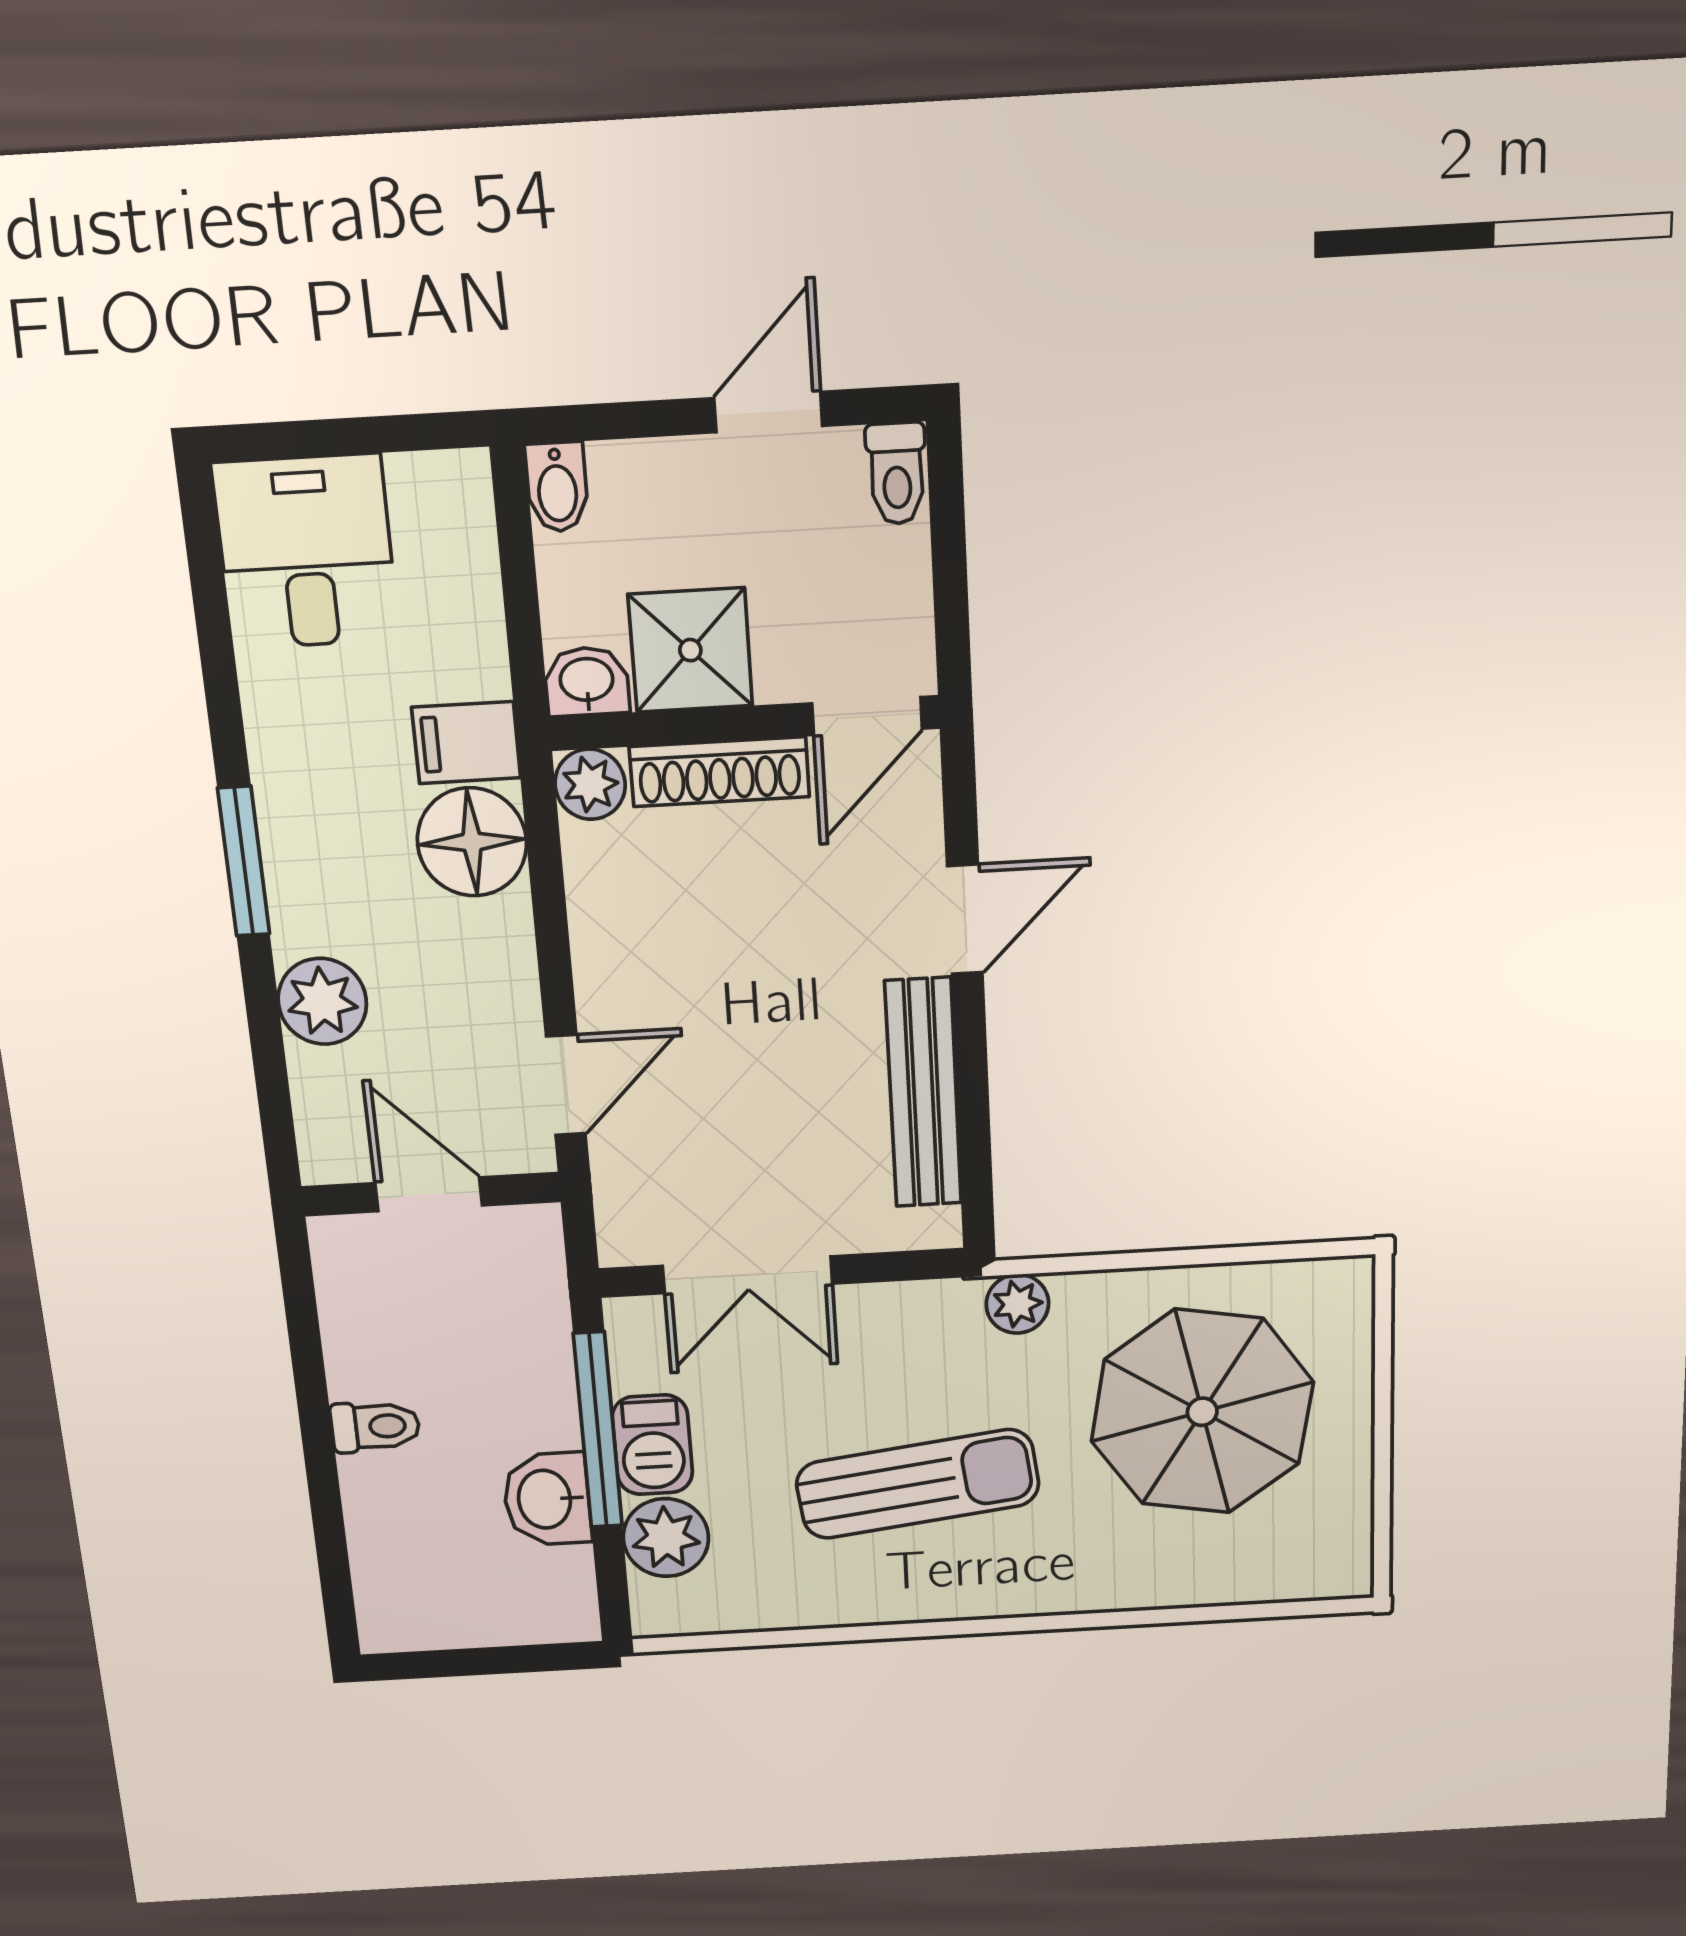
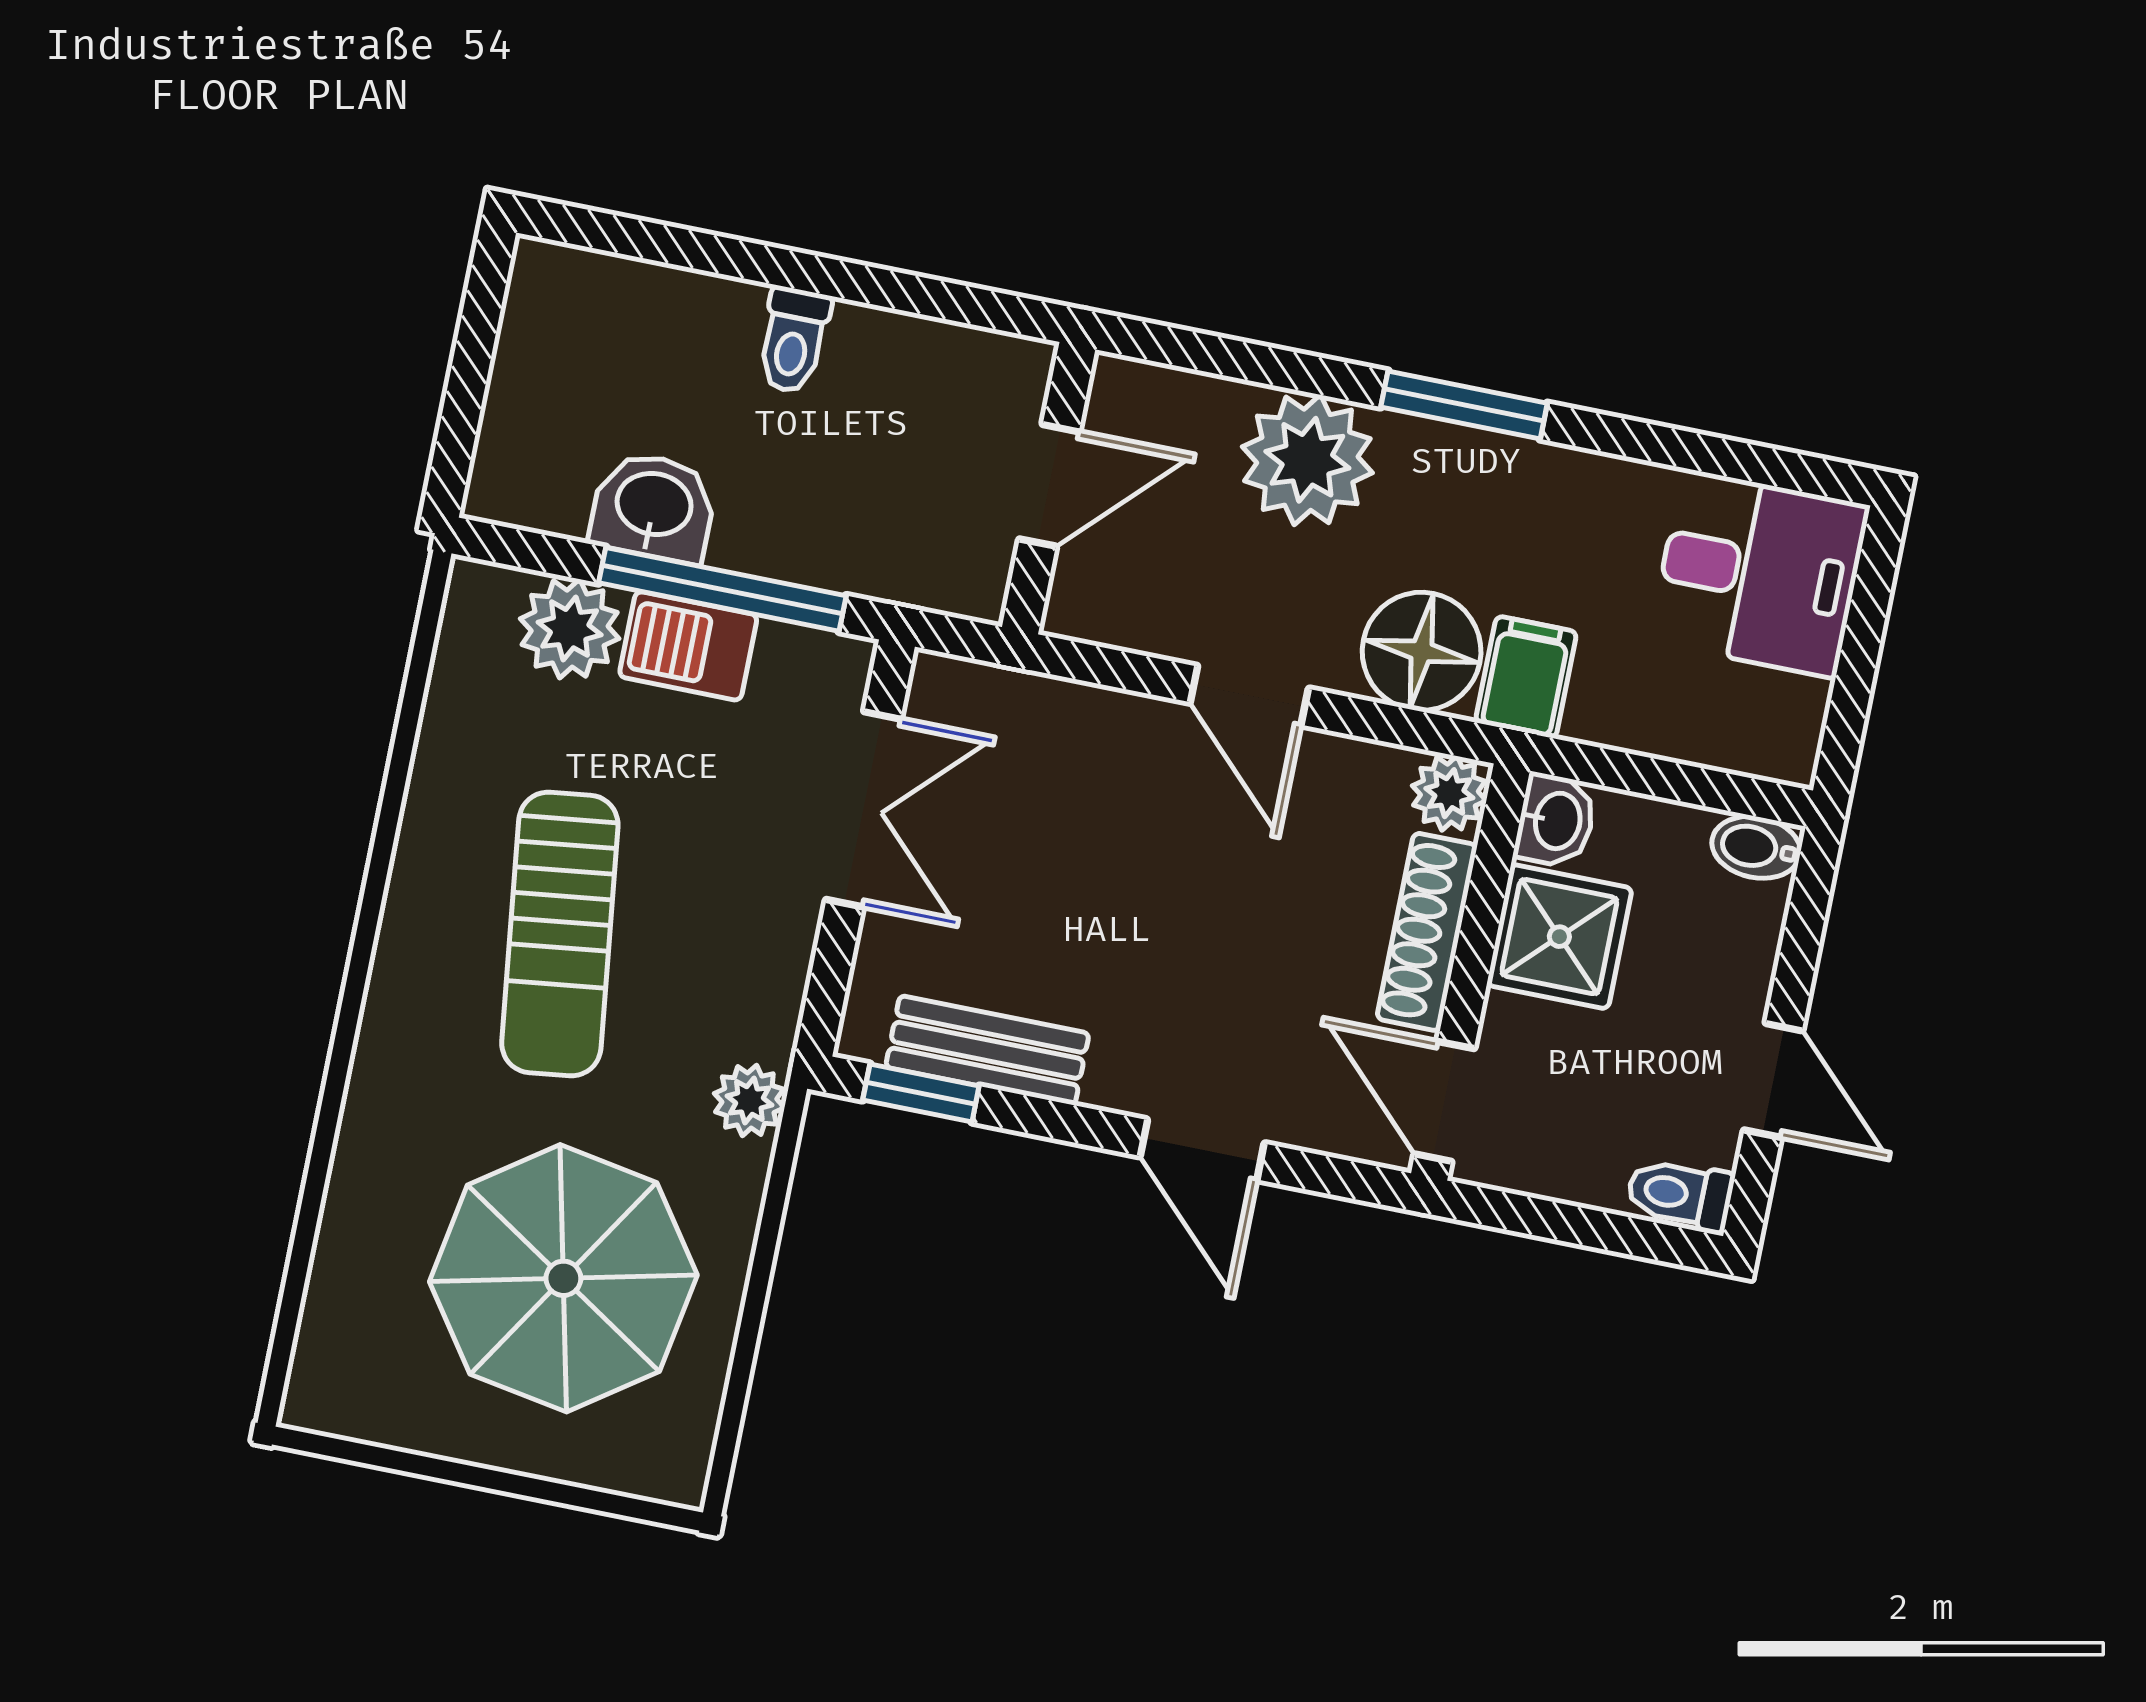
plant: (322, 1001) -> (1307, 460), width x1.36, depth x1.36
door: (566, 1085) -> (1249, 696), moved
bench: (923, 1093) -> (987, 1050), width x0.73
window: (976, 1168) -> (921, 1093), added
double door: (748, 1275) -> (863, 809), swing flipped

